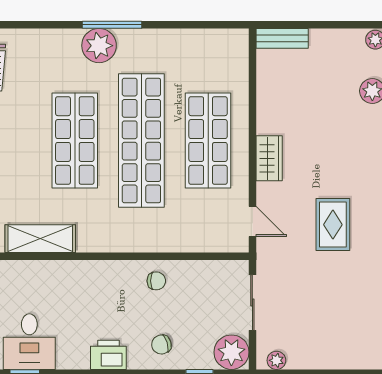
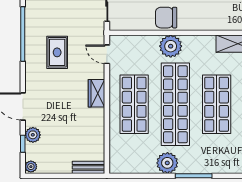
plant: (99, 46) -> (167, 163), moved
plant: (149, 234) -> (171, 46), added
chair: (156, 281) -> (166, 18), width x1.87, depth x1.87

